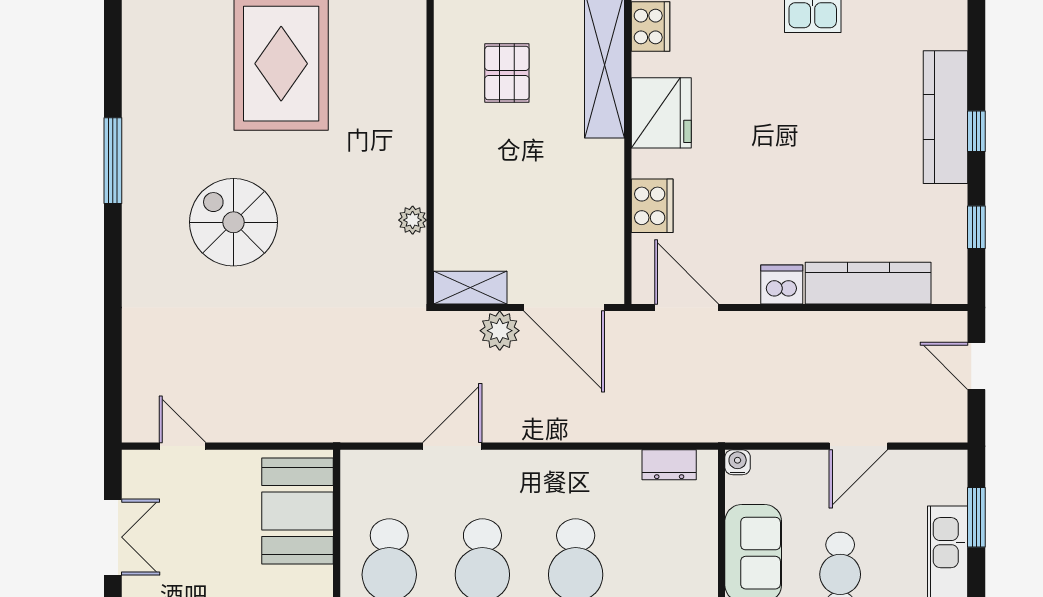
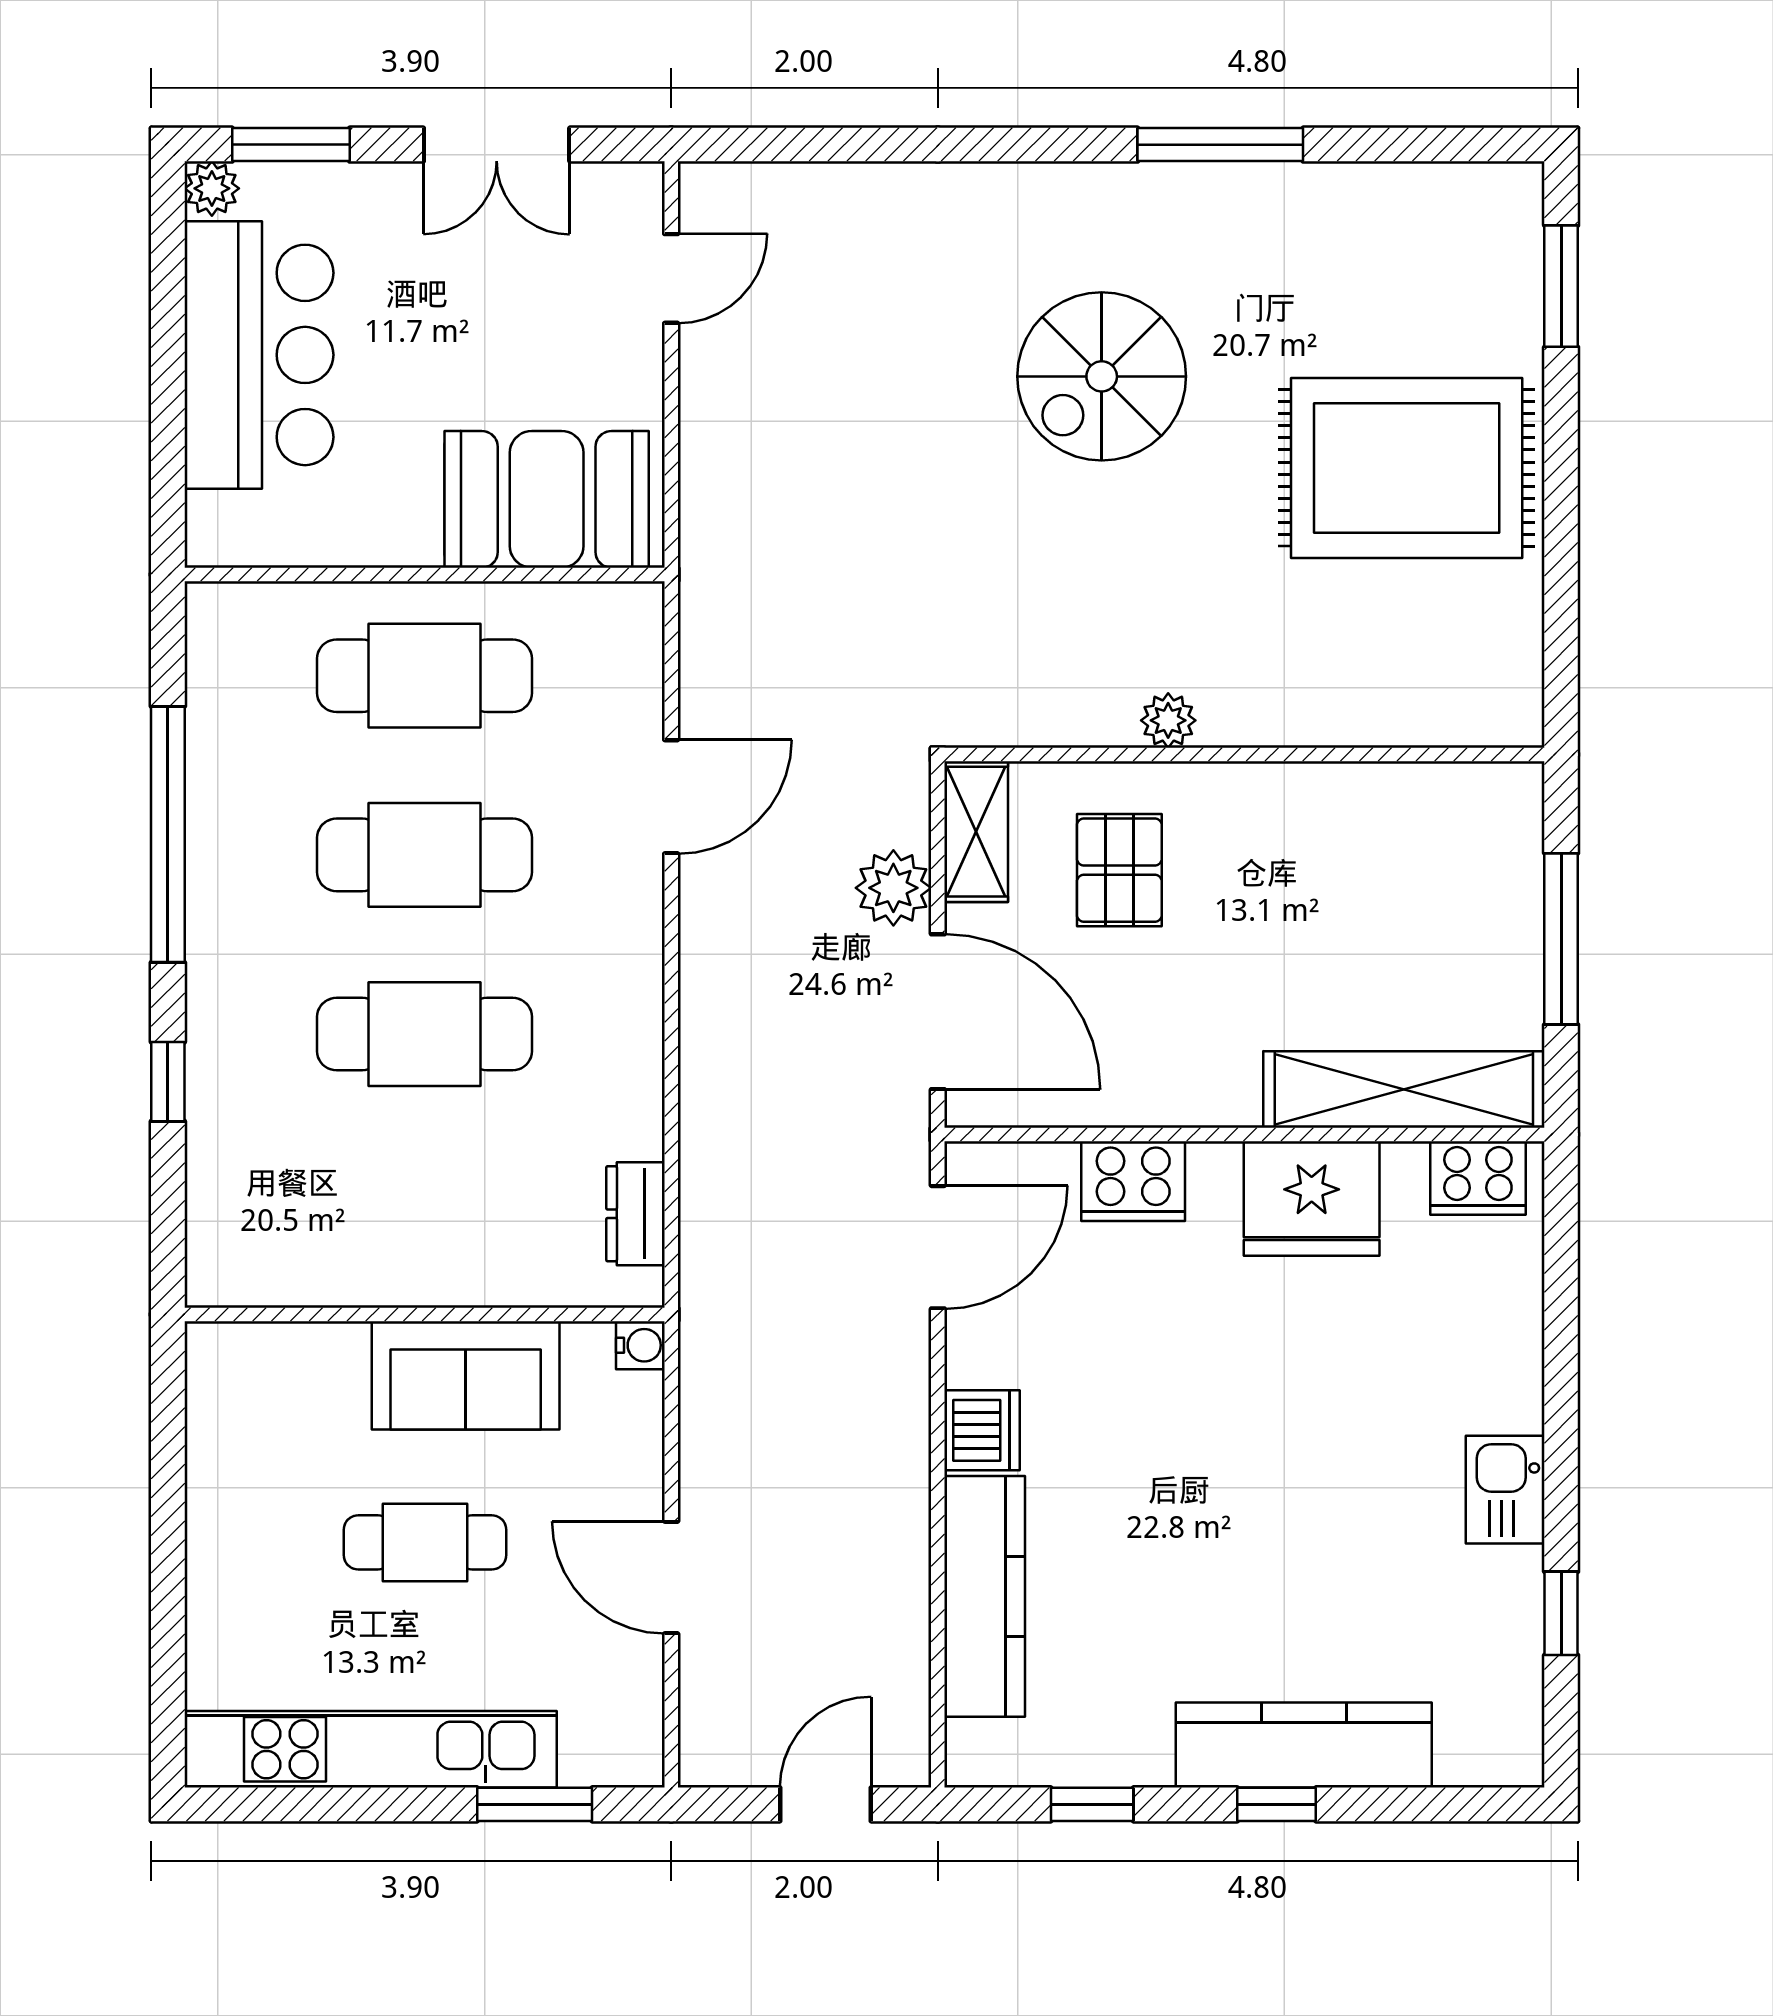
pallet: (507, 73) -> (1119, 870), moved, turned 90
plant: (413, 220) -> (1168, 720), moved
spiral stairs: (234, 222) -> (1102, 376), turned 180
door: (564, 307) -> (938, 1012), swing flipped
door: (452, 446) -> (671, 797), hinge flipped

